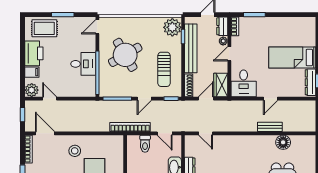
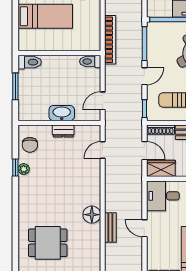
door: (144, 99) -> (144, 76), swing flipped
bookcase: (130, 127) -> (110, 40), moved
floor lamp: (283, 142) -> (92, 215), moved
toilet: (145, 144) -> (90, 62), moved

